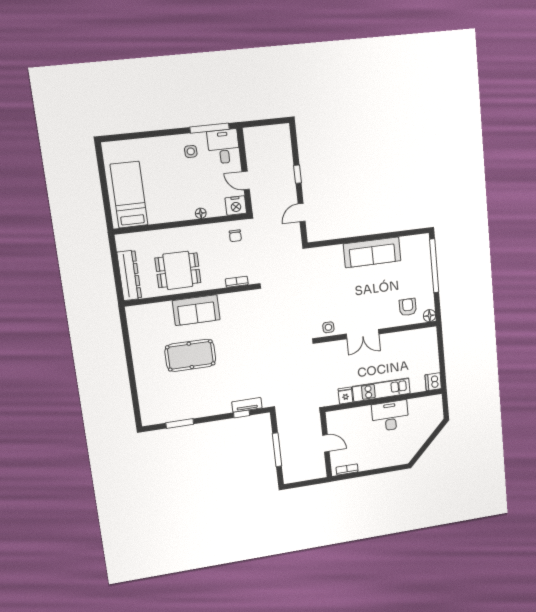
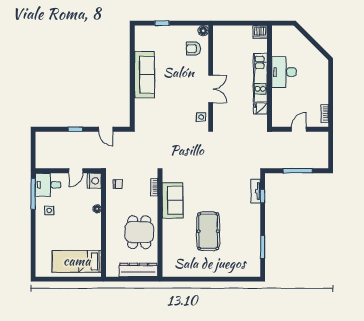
window: (434, 266) -> (162, 23), width x0.32
sofa: (196, 310) -> (173, 200), moved

